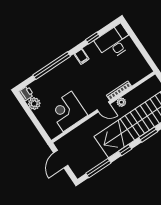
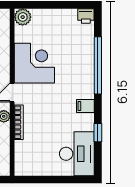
plant: (34, 104) -> (23, 17), moved
corner desk: (67, 111) -> (34, 63), moved

